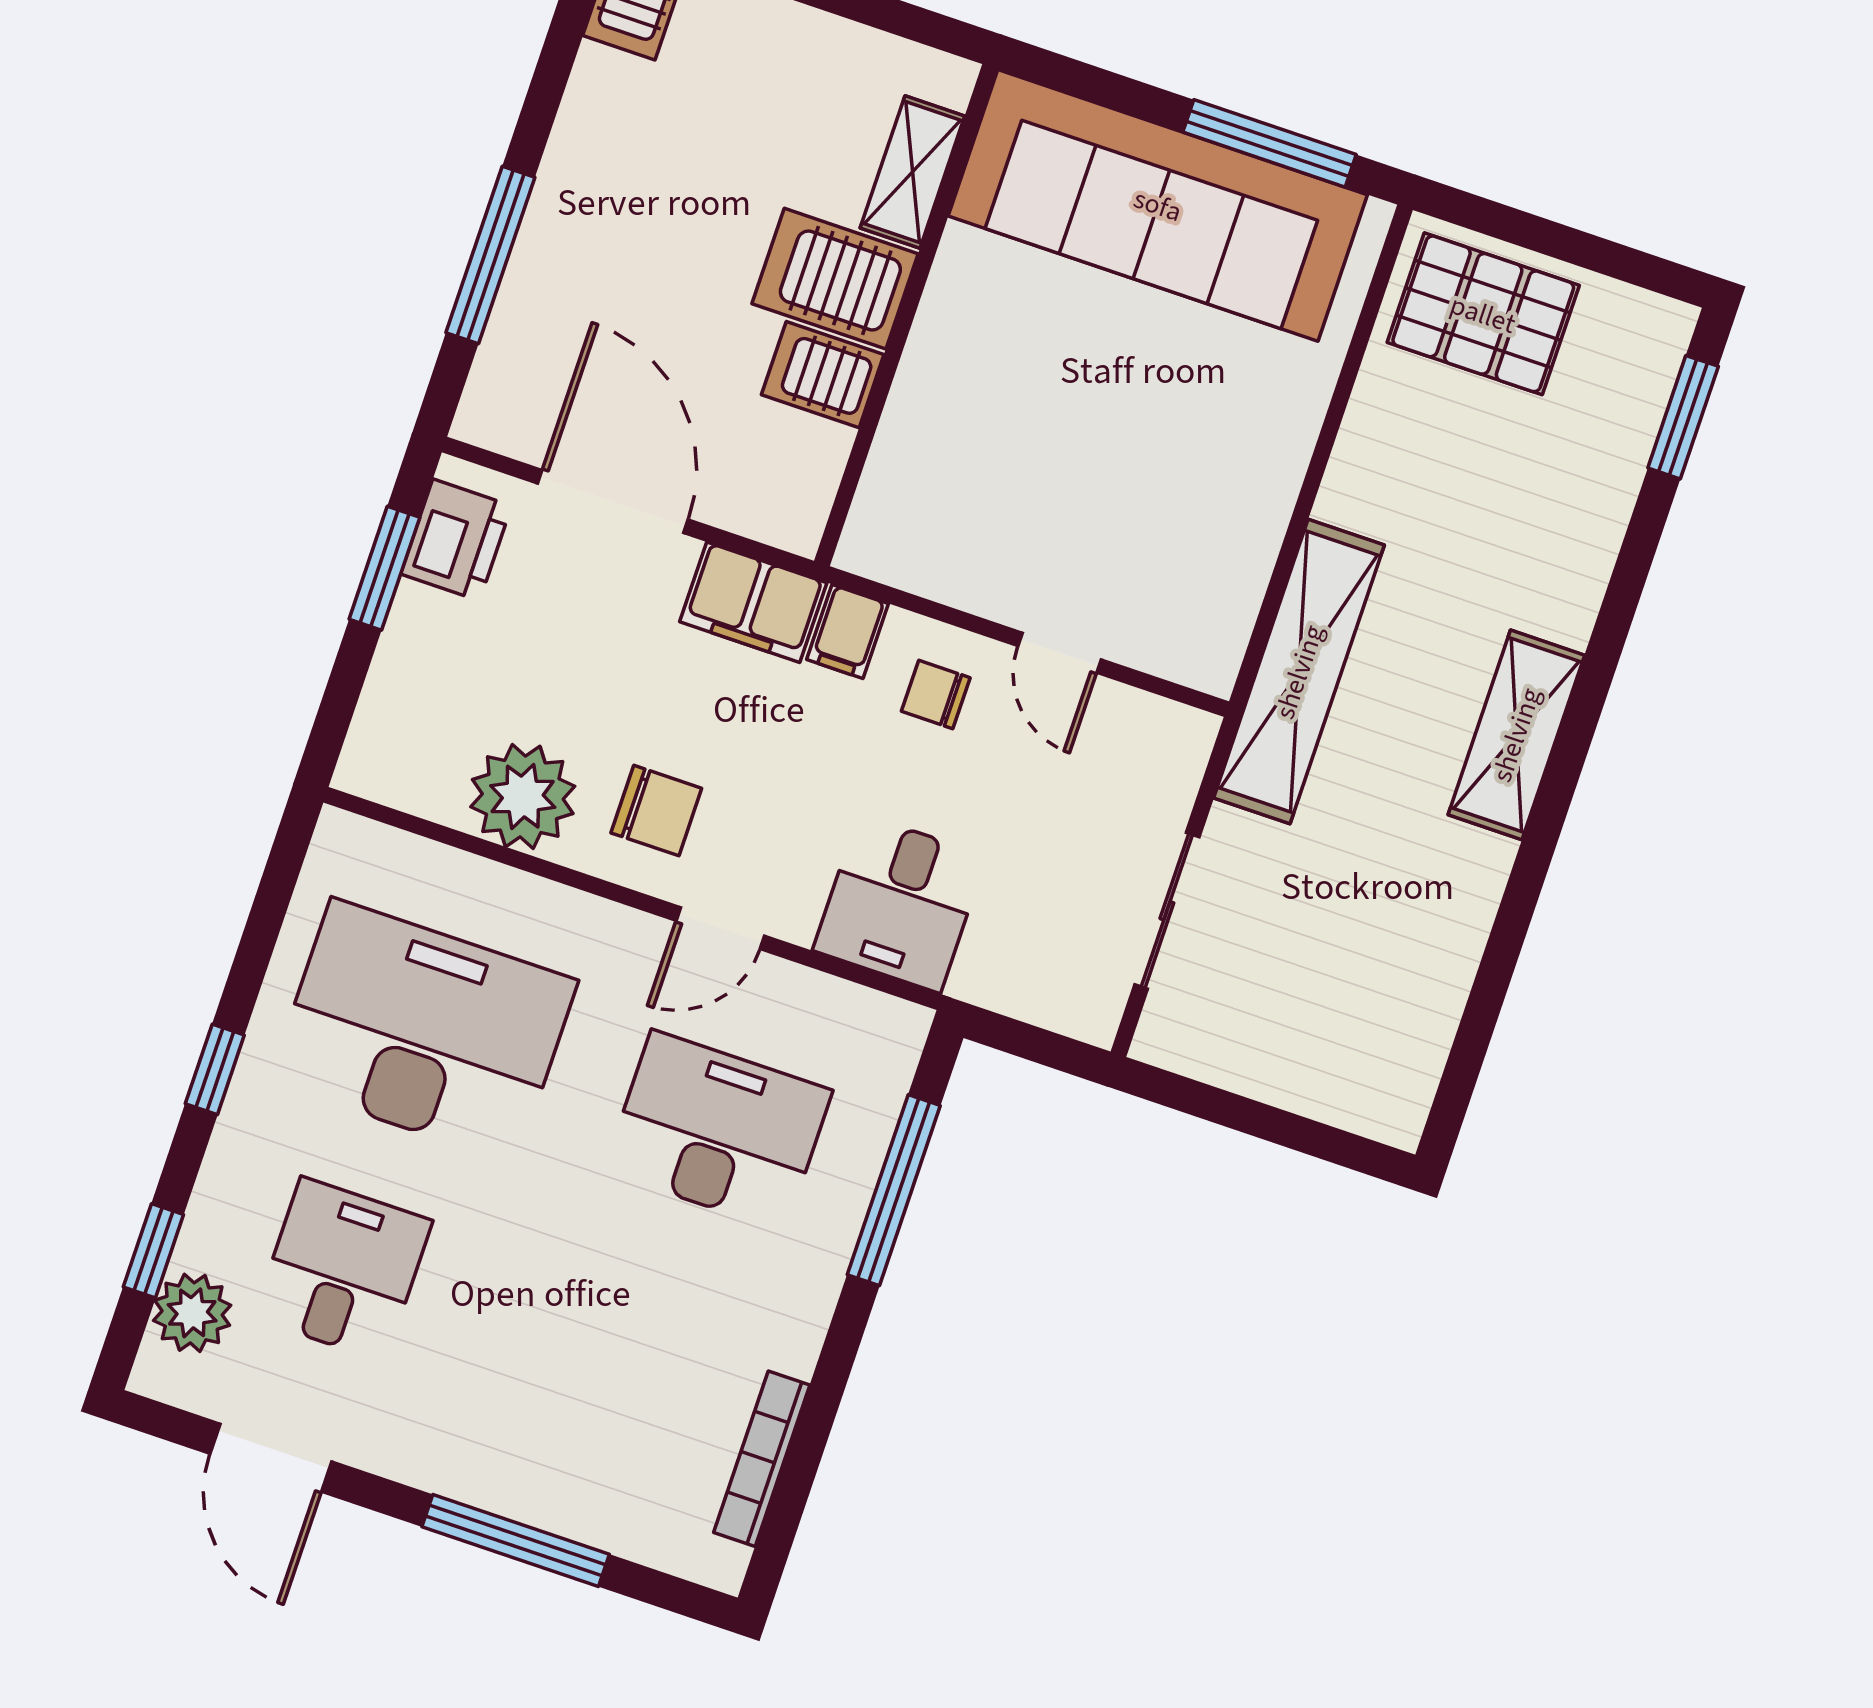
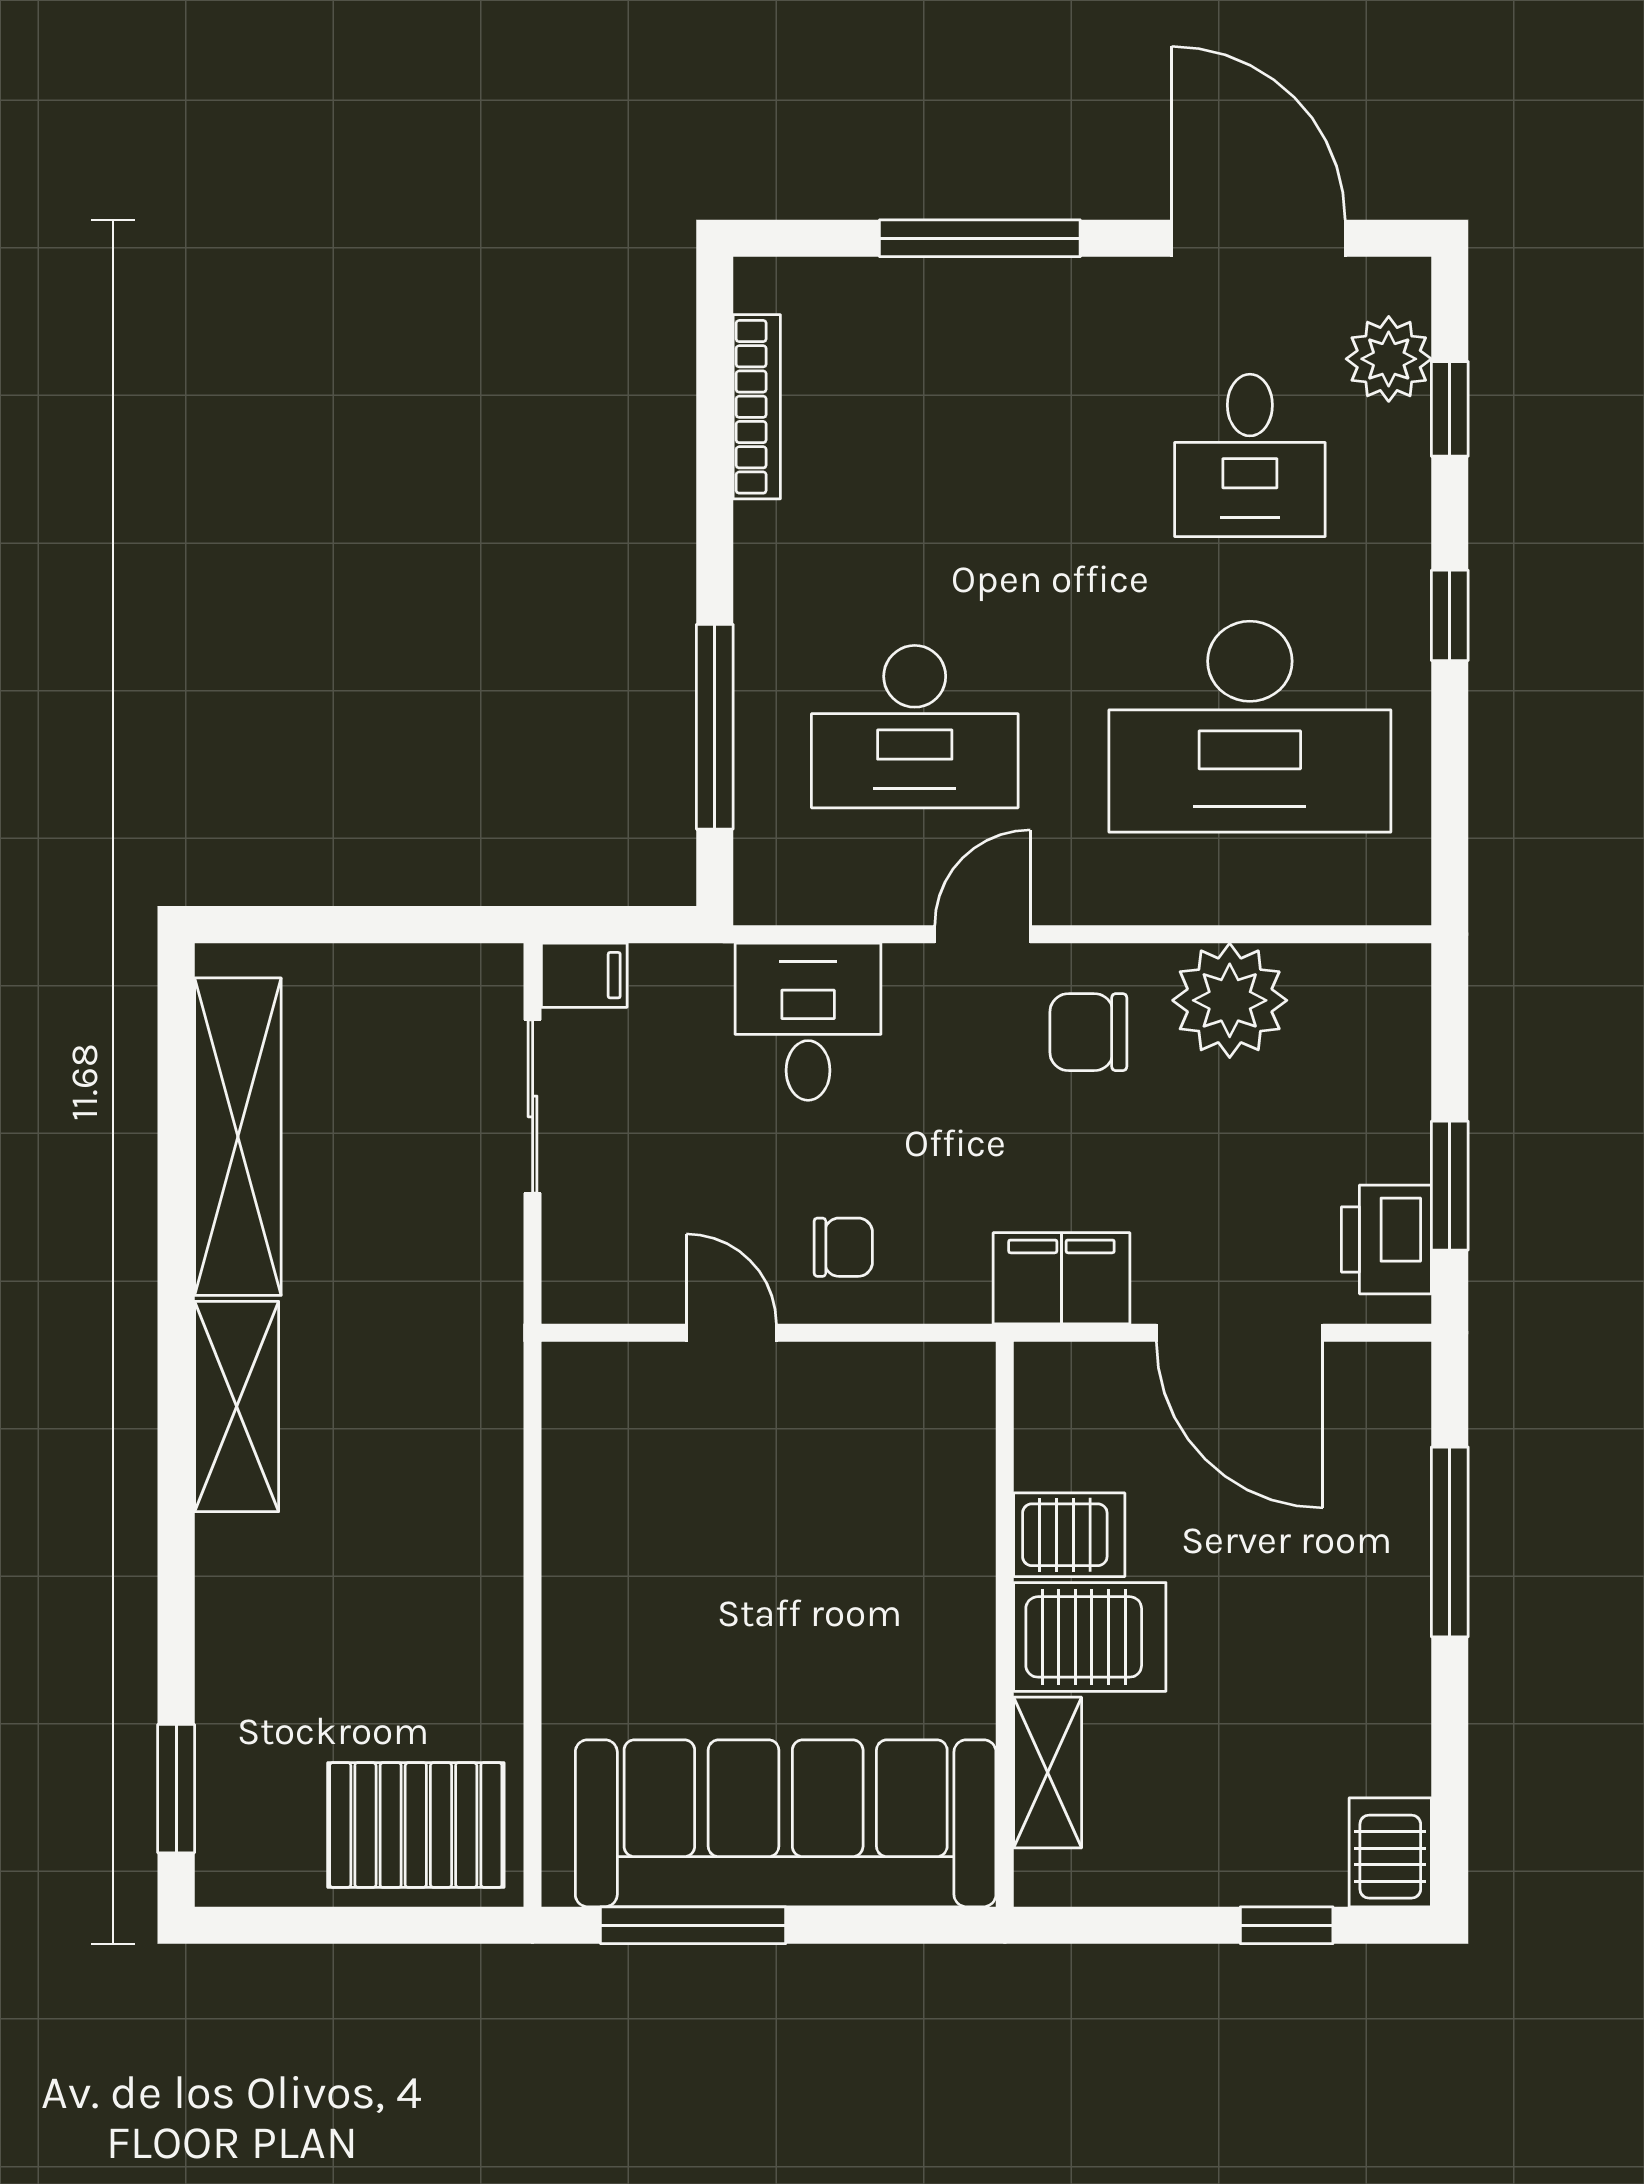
filing cabinet: (847, 632) -> (584, 975), moved, turned 90
shelving: (1299, 672) -> (238, 1137), moved
door: (271, 1458) -> (1258, 238), width x1.36

